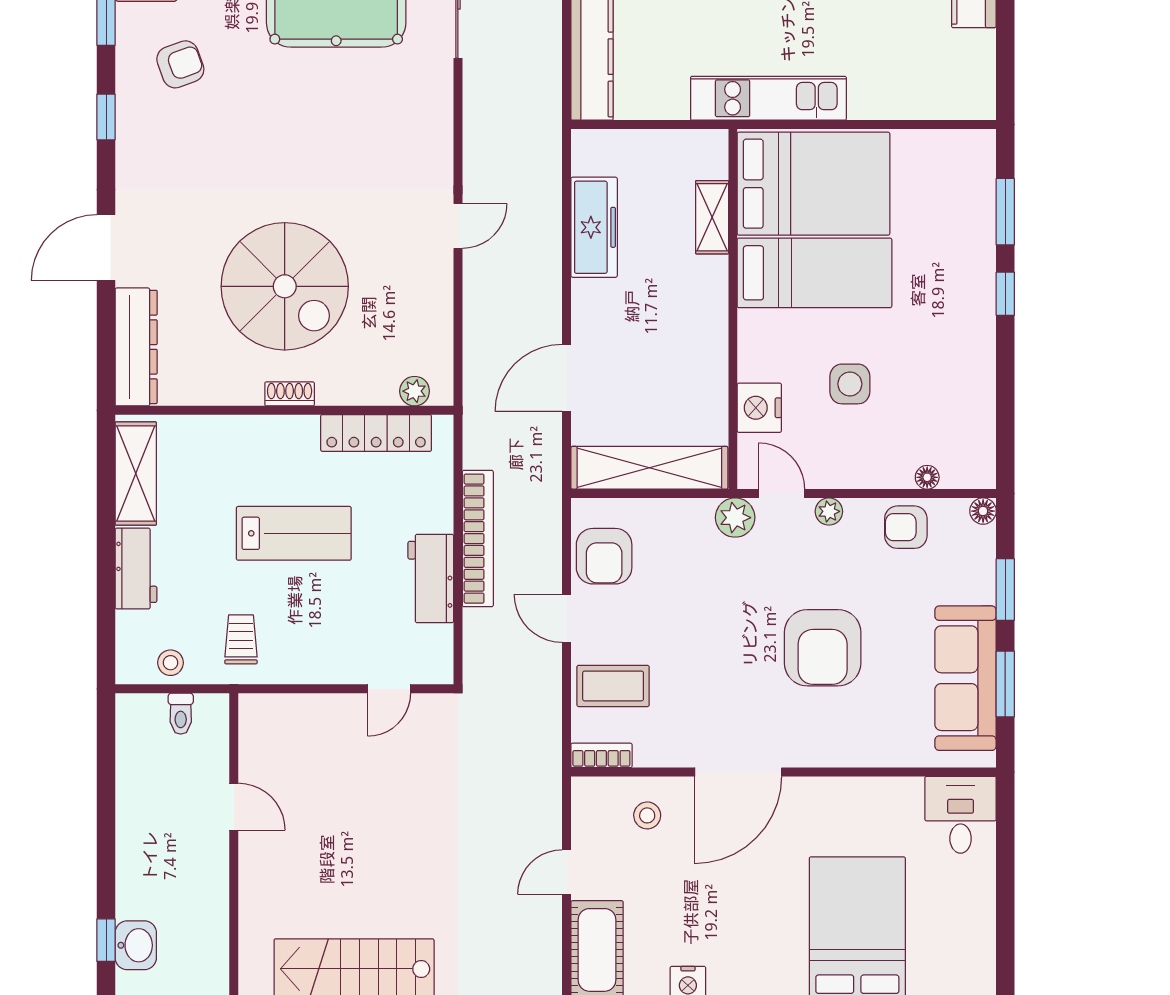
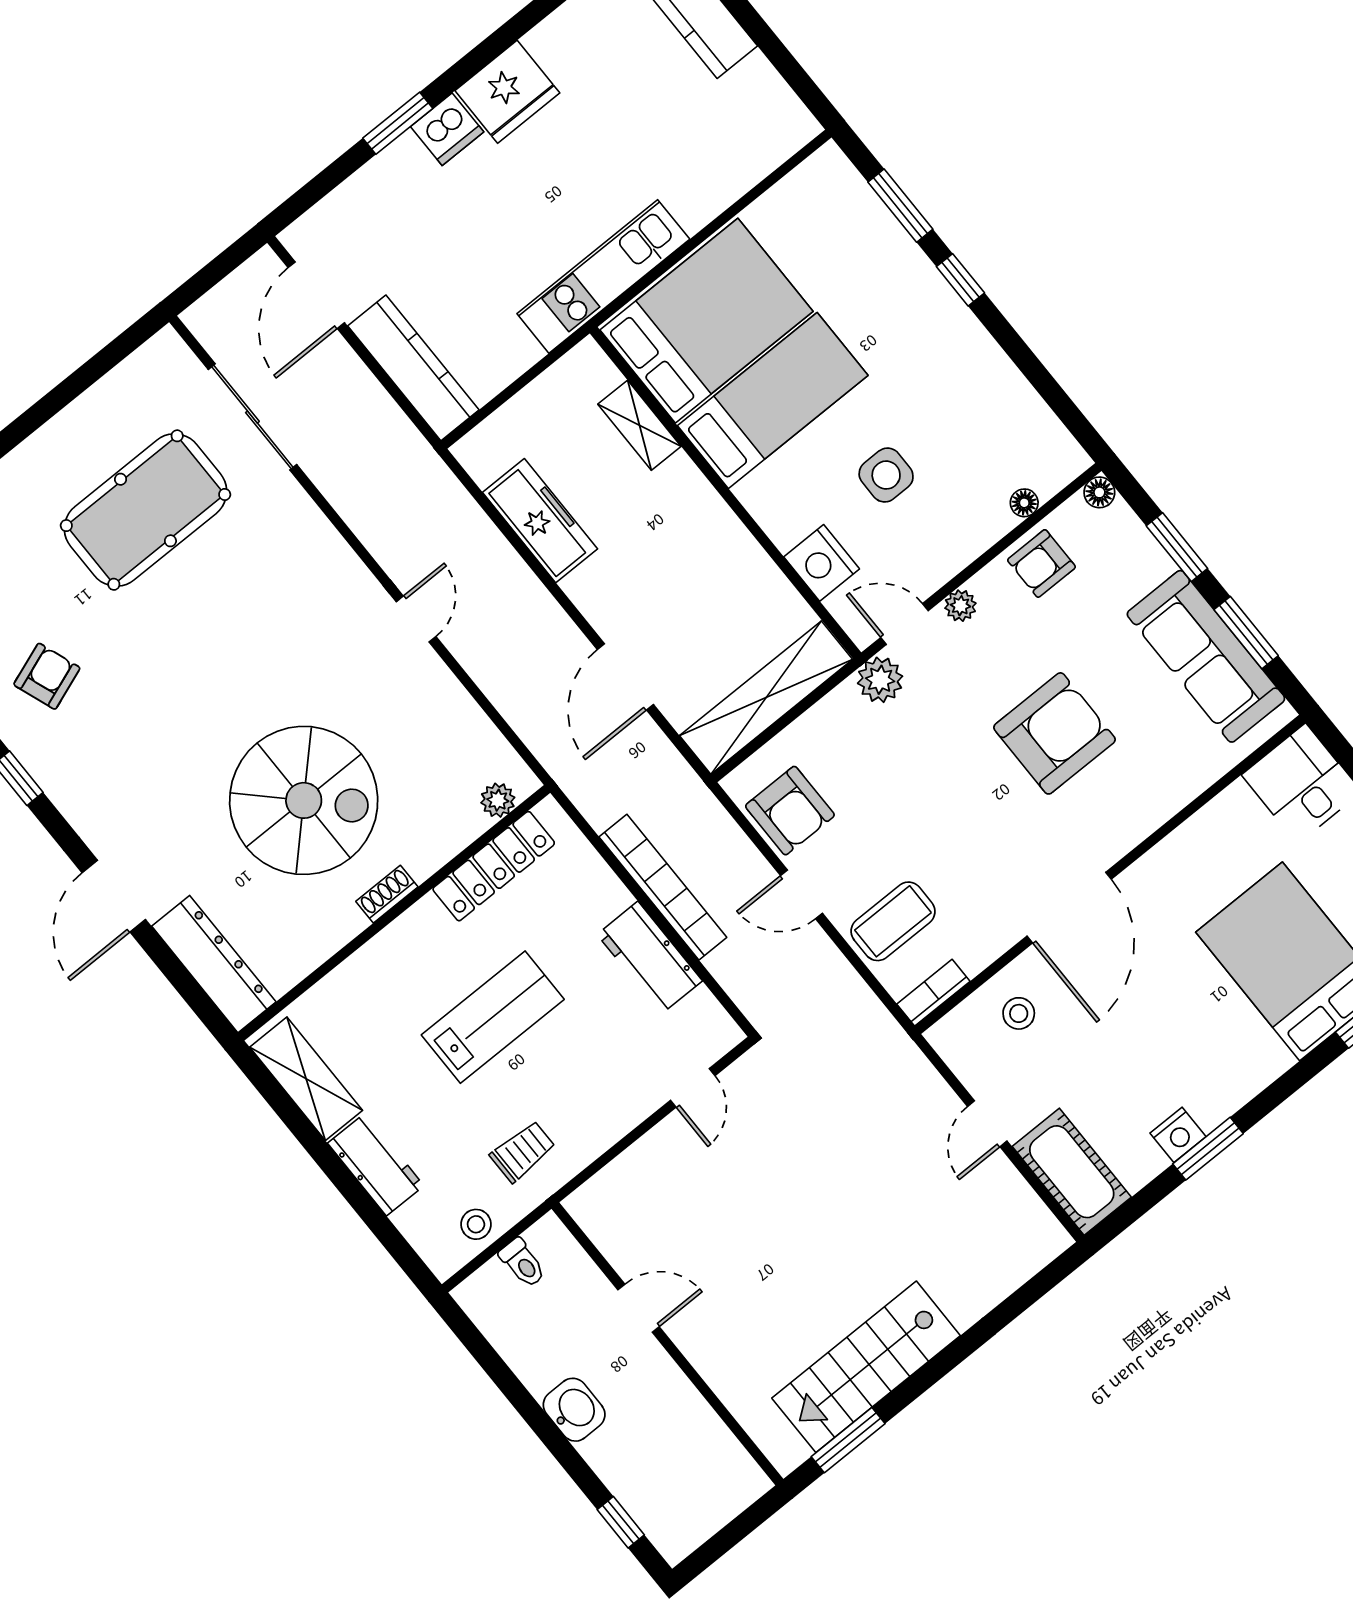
trolley: (241, 639) -> (523, 1152), turned 90
armchair: (823, 648) -> (1054, 733), turned -90
washbasin: (136, 945) -> (574, 1410), moved

